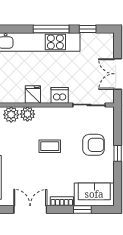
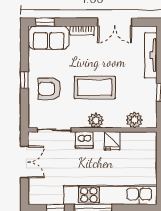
plant: (27, 114) -> (96, 121), moved
coffee table: (50, 146) -> (95, 87), width x1.86, depth x1.72
window: (82, 209) -> (45, 22), moved

